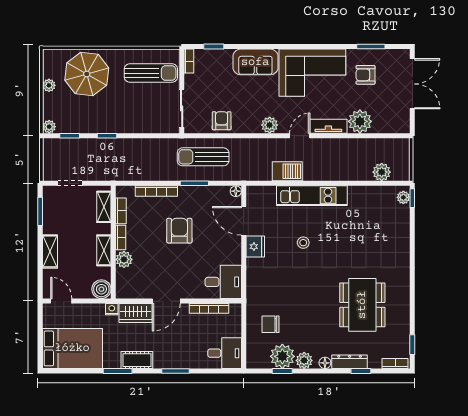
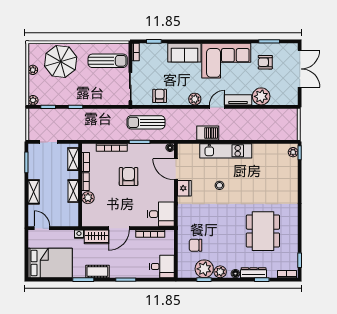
plant: (382, 172) -> (277, 133), removed
boiler: (101, 289) -> (71, 220), removed

